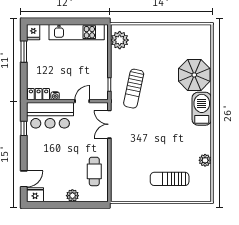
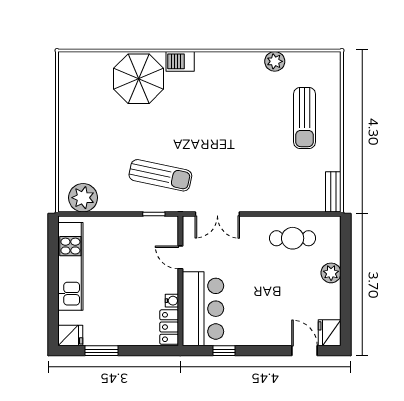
barbecue: (202, 109) -> (180, 61), width x0.53, depth x0.65
bench: (123, 197) -> (333, 192), added

